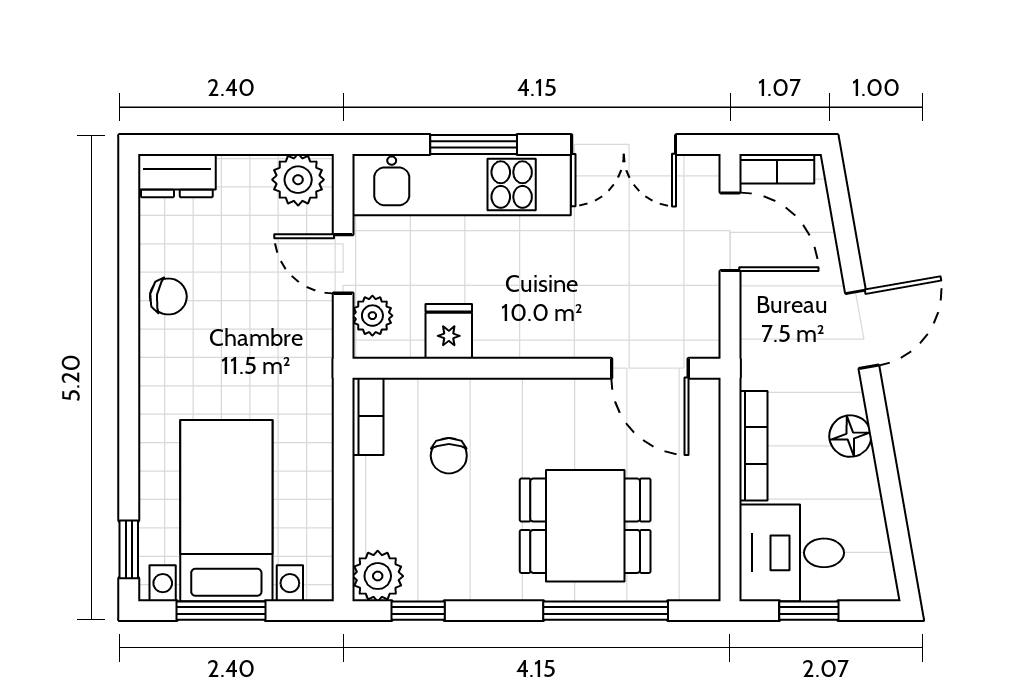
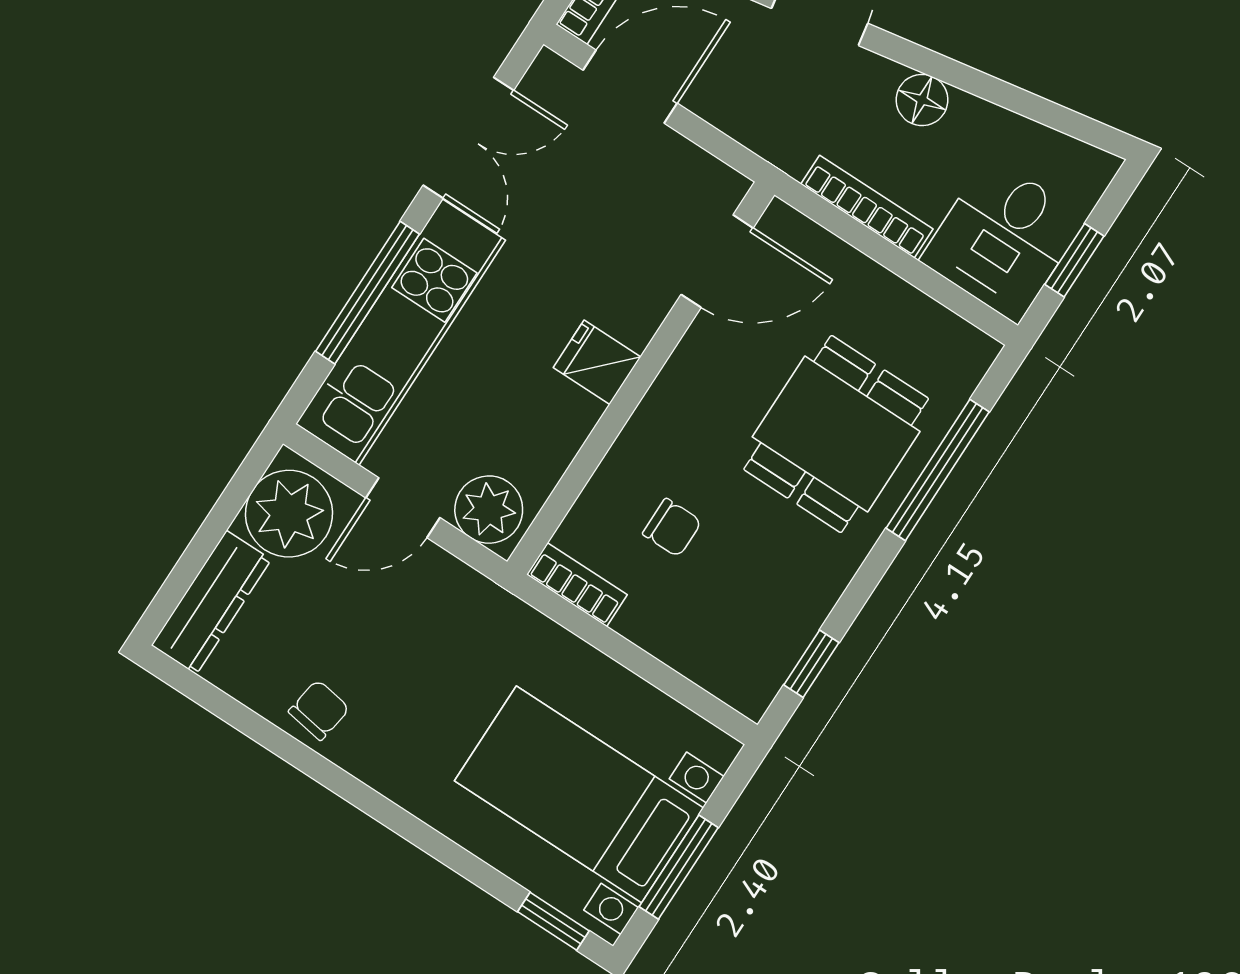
window: (474, 144) -> (367, 293), width x1.44
dresser: (177, 176) -> (211, 602), width x1.44
plant: (298, 180) -> (289, 514), width x1.36, depth x1.36
plant: (372, 316) -> (489, 510), width x1.38, depth x1.38
fridge: (449, 331) -> (597, 362), moved
plant: (378, 576) -> (748, 682), removed

